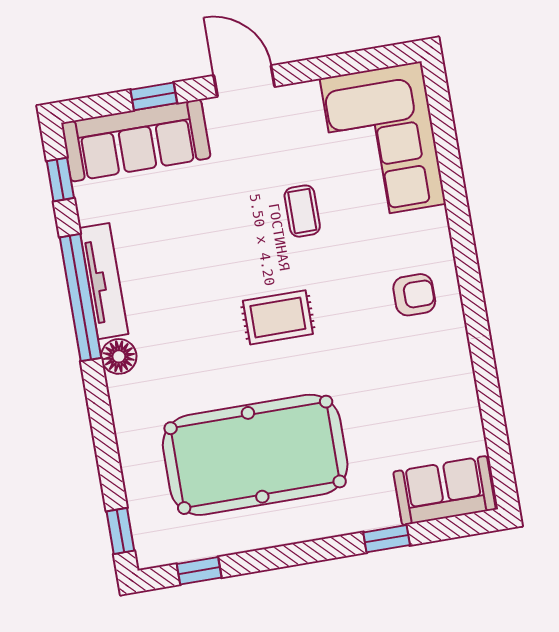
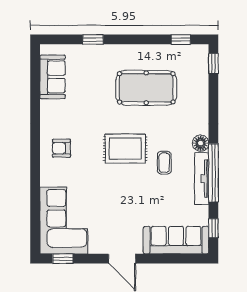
window: (154, 96) -> (63, 259), moved
coffee table: (302, 211) -> (164, 163), moved
rug: (278, 317) -> (125, 149), width x1.36, depth x1.43
pool table: (255, 455) -> (146, 88), width x0.73, depth x0.76
sofa: (445, 491) -> (53, 77), moved, turned -90

